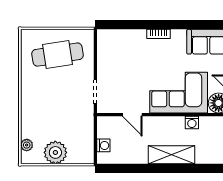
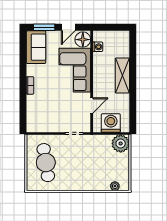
washing machine: (192, 122) -> (98, 47), moved
washing machine: (103, 145) -> (111, 123), width x1.89, depth x1.89
plant: (55, 152) -> (121, 143), moved

